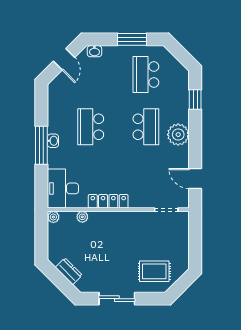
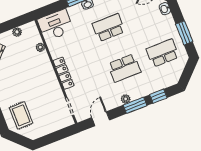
window: (195, 131) -> (135, 105), added
plant: (178, 135) -> (126, 99), width x0.53, depth x0.53
locker: (108, 201) -> (64, 73), moved
plant: (53, 217) -> (17, 32), moved

